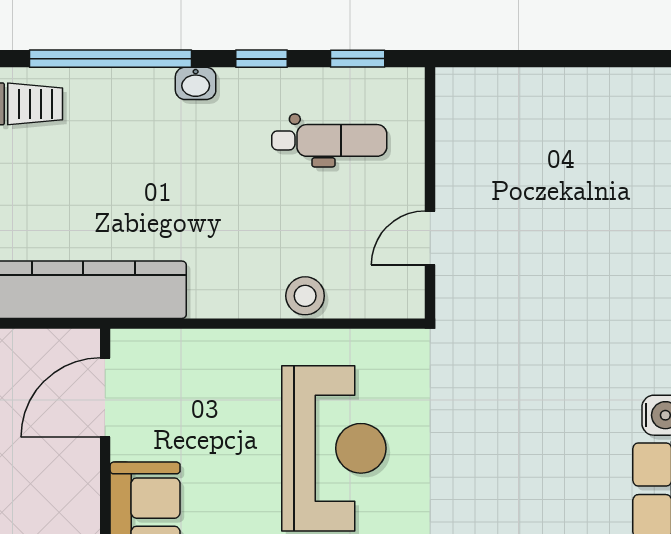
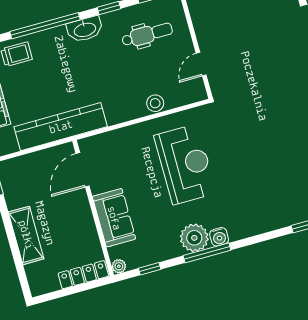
washbasin: (196, 83) -> (85, 29), width x1.91, depth x1.45

